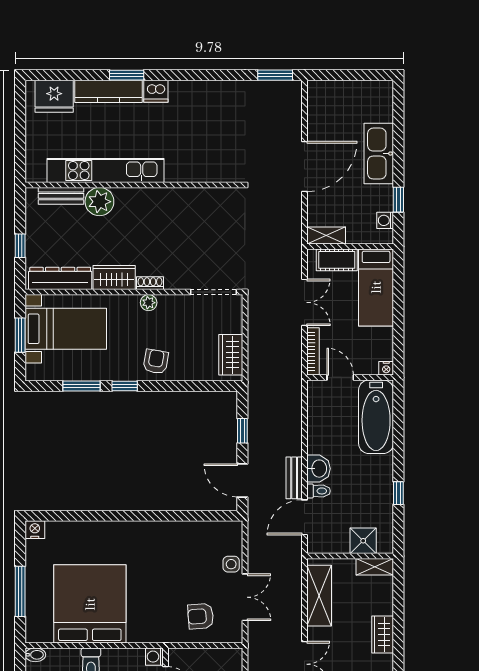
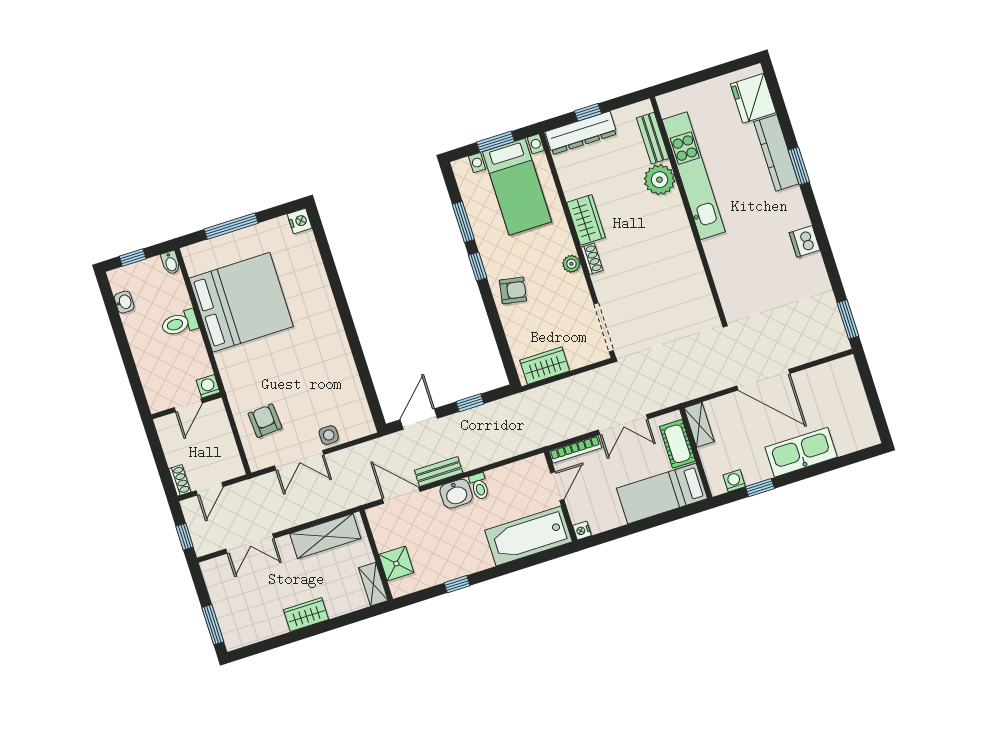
dishwasher: (156, 91) -> (805, 241), moved
dresser: (60, 278) -> (581, 133), moved, turned 90
toilet: (319, 491) -> (479, 486), moved

